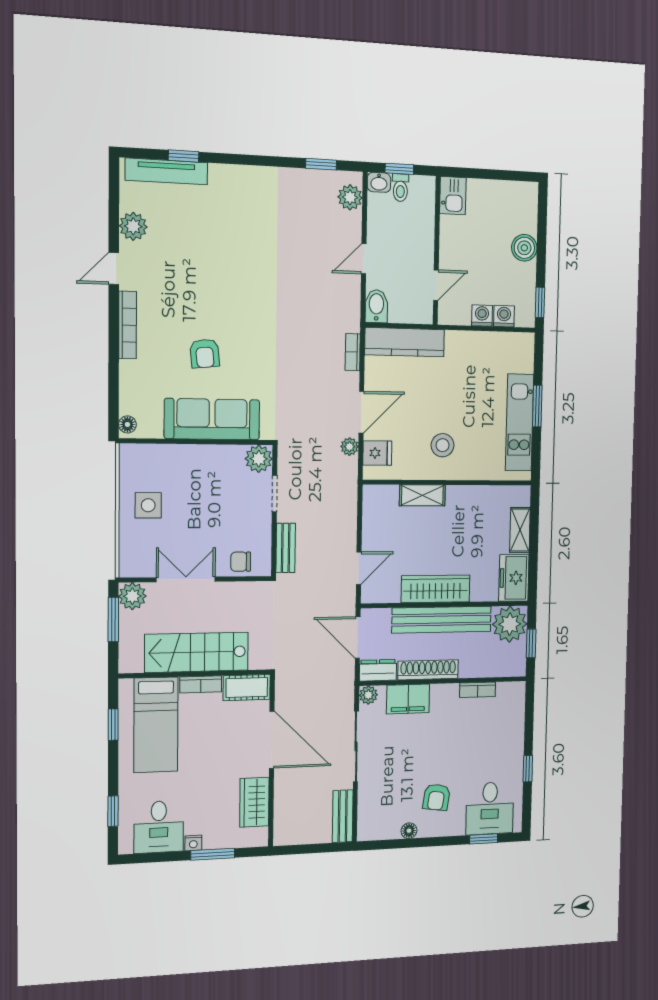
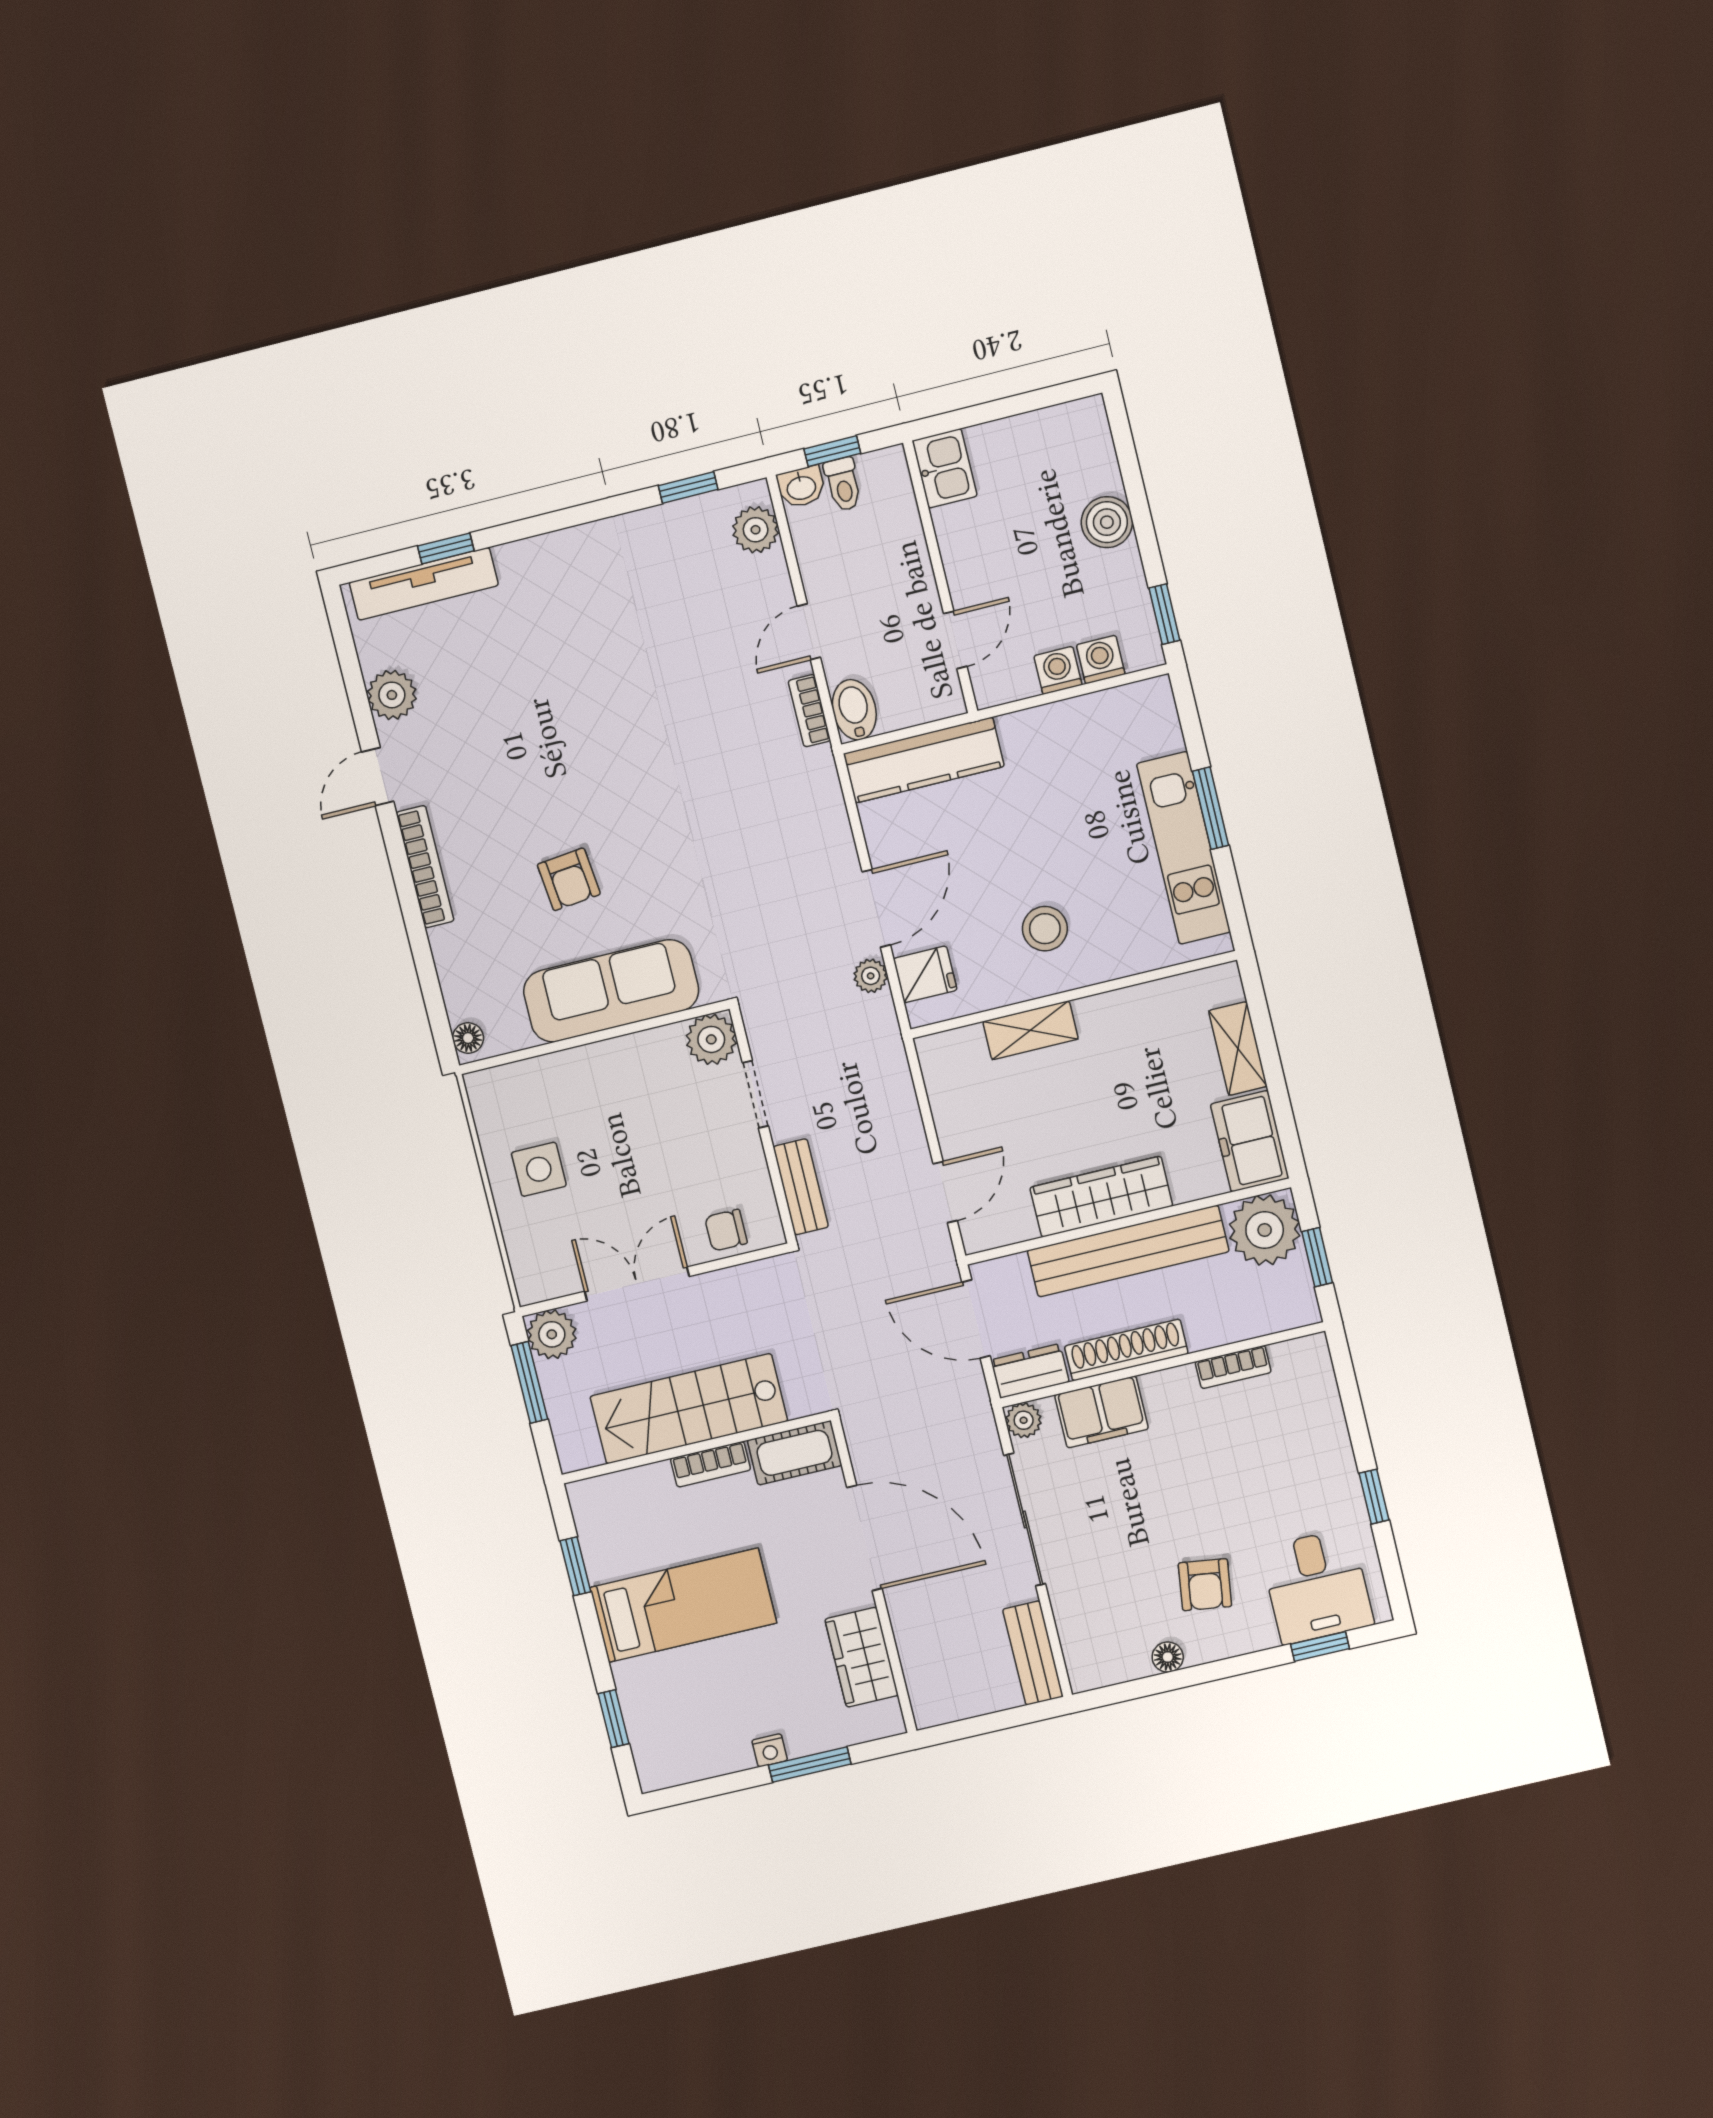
bookcase: (353, 352) -> (809, 711), moved
bed: (156, 725) -> (683, 1605), moved, turned -90
desk: (159, 827) -> (701, 1732), removed

